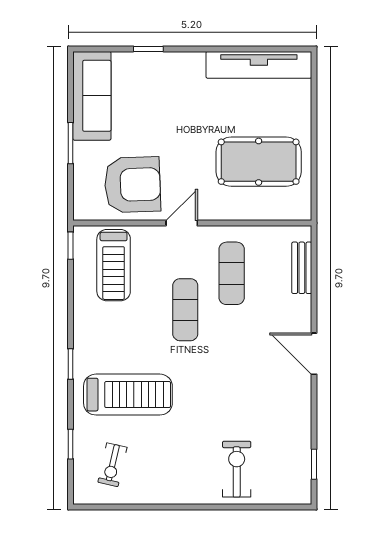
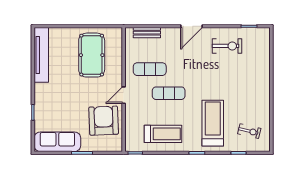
door: (182, 223) -> (124, 95), hinge flipped
treadmill: (114, 265) -> (163, 134), moved
exercise bike: (237, 469) -> (227, 46), moved, turned 180

